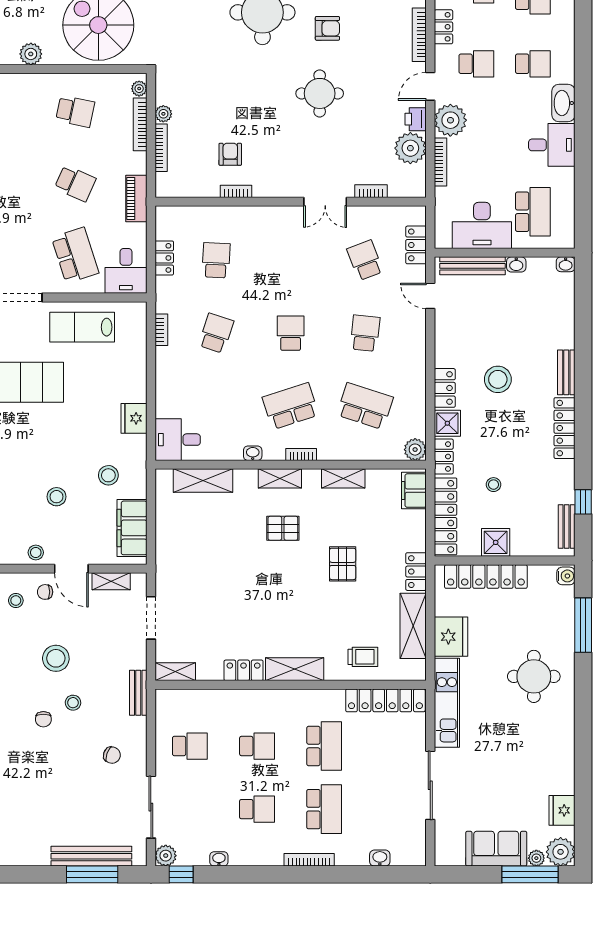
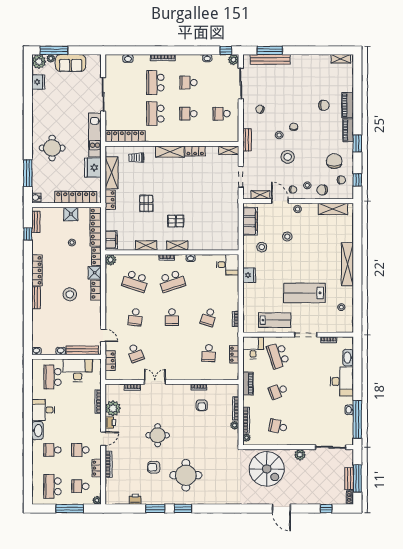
plant: (450, 120) -> (93, 422), removed
school desk: (75, 183) -> (278, 391), turned -45
shelving: (203, 481) -> (215, 244), removed

